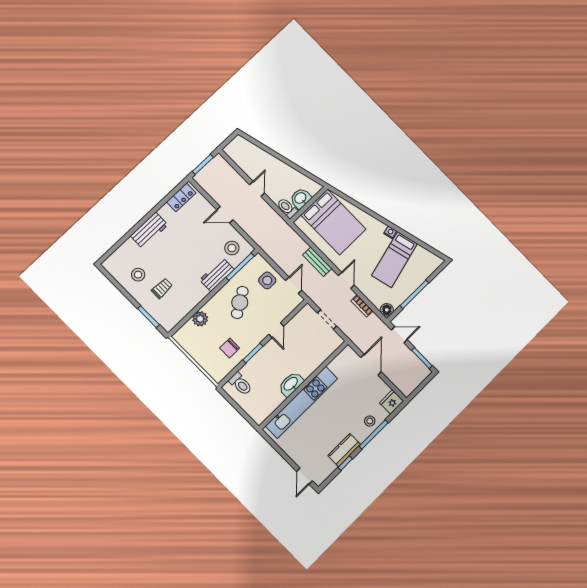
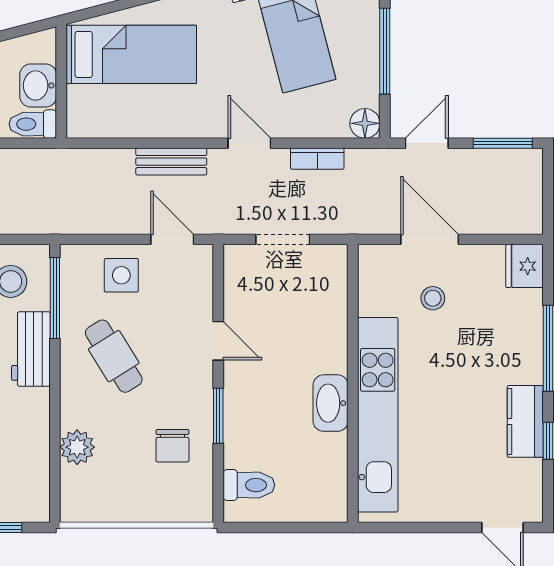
bed: (333, 222) -> (131, 54), width x0.67
stool: (370, 421) -> (433, 298), moved

